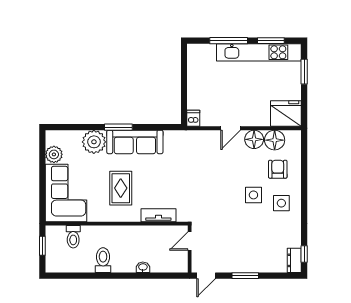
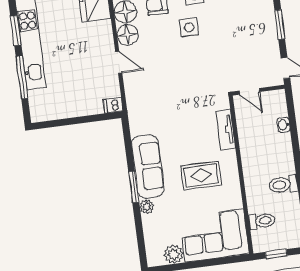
plant: (94, 142) -> (147, 207), width x0.53, depth x0.53
washbasin: (143, 267) -> (284, 125), moved

